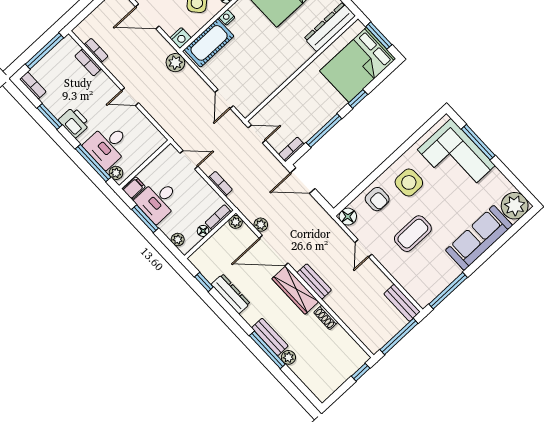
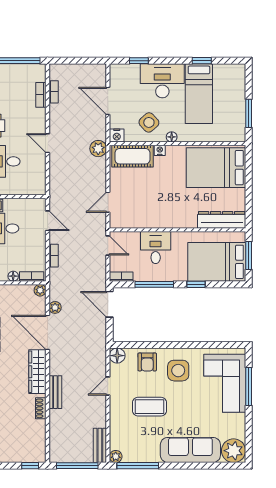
desk: (297, 100) -> (156, 248), added
bench: (314, 281) -> (55, 392), moved
plant: (423, 300) -> (116, 456), added

